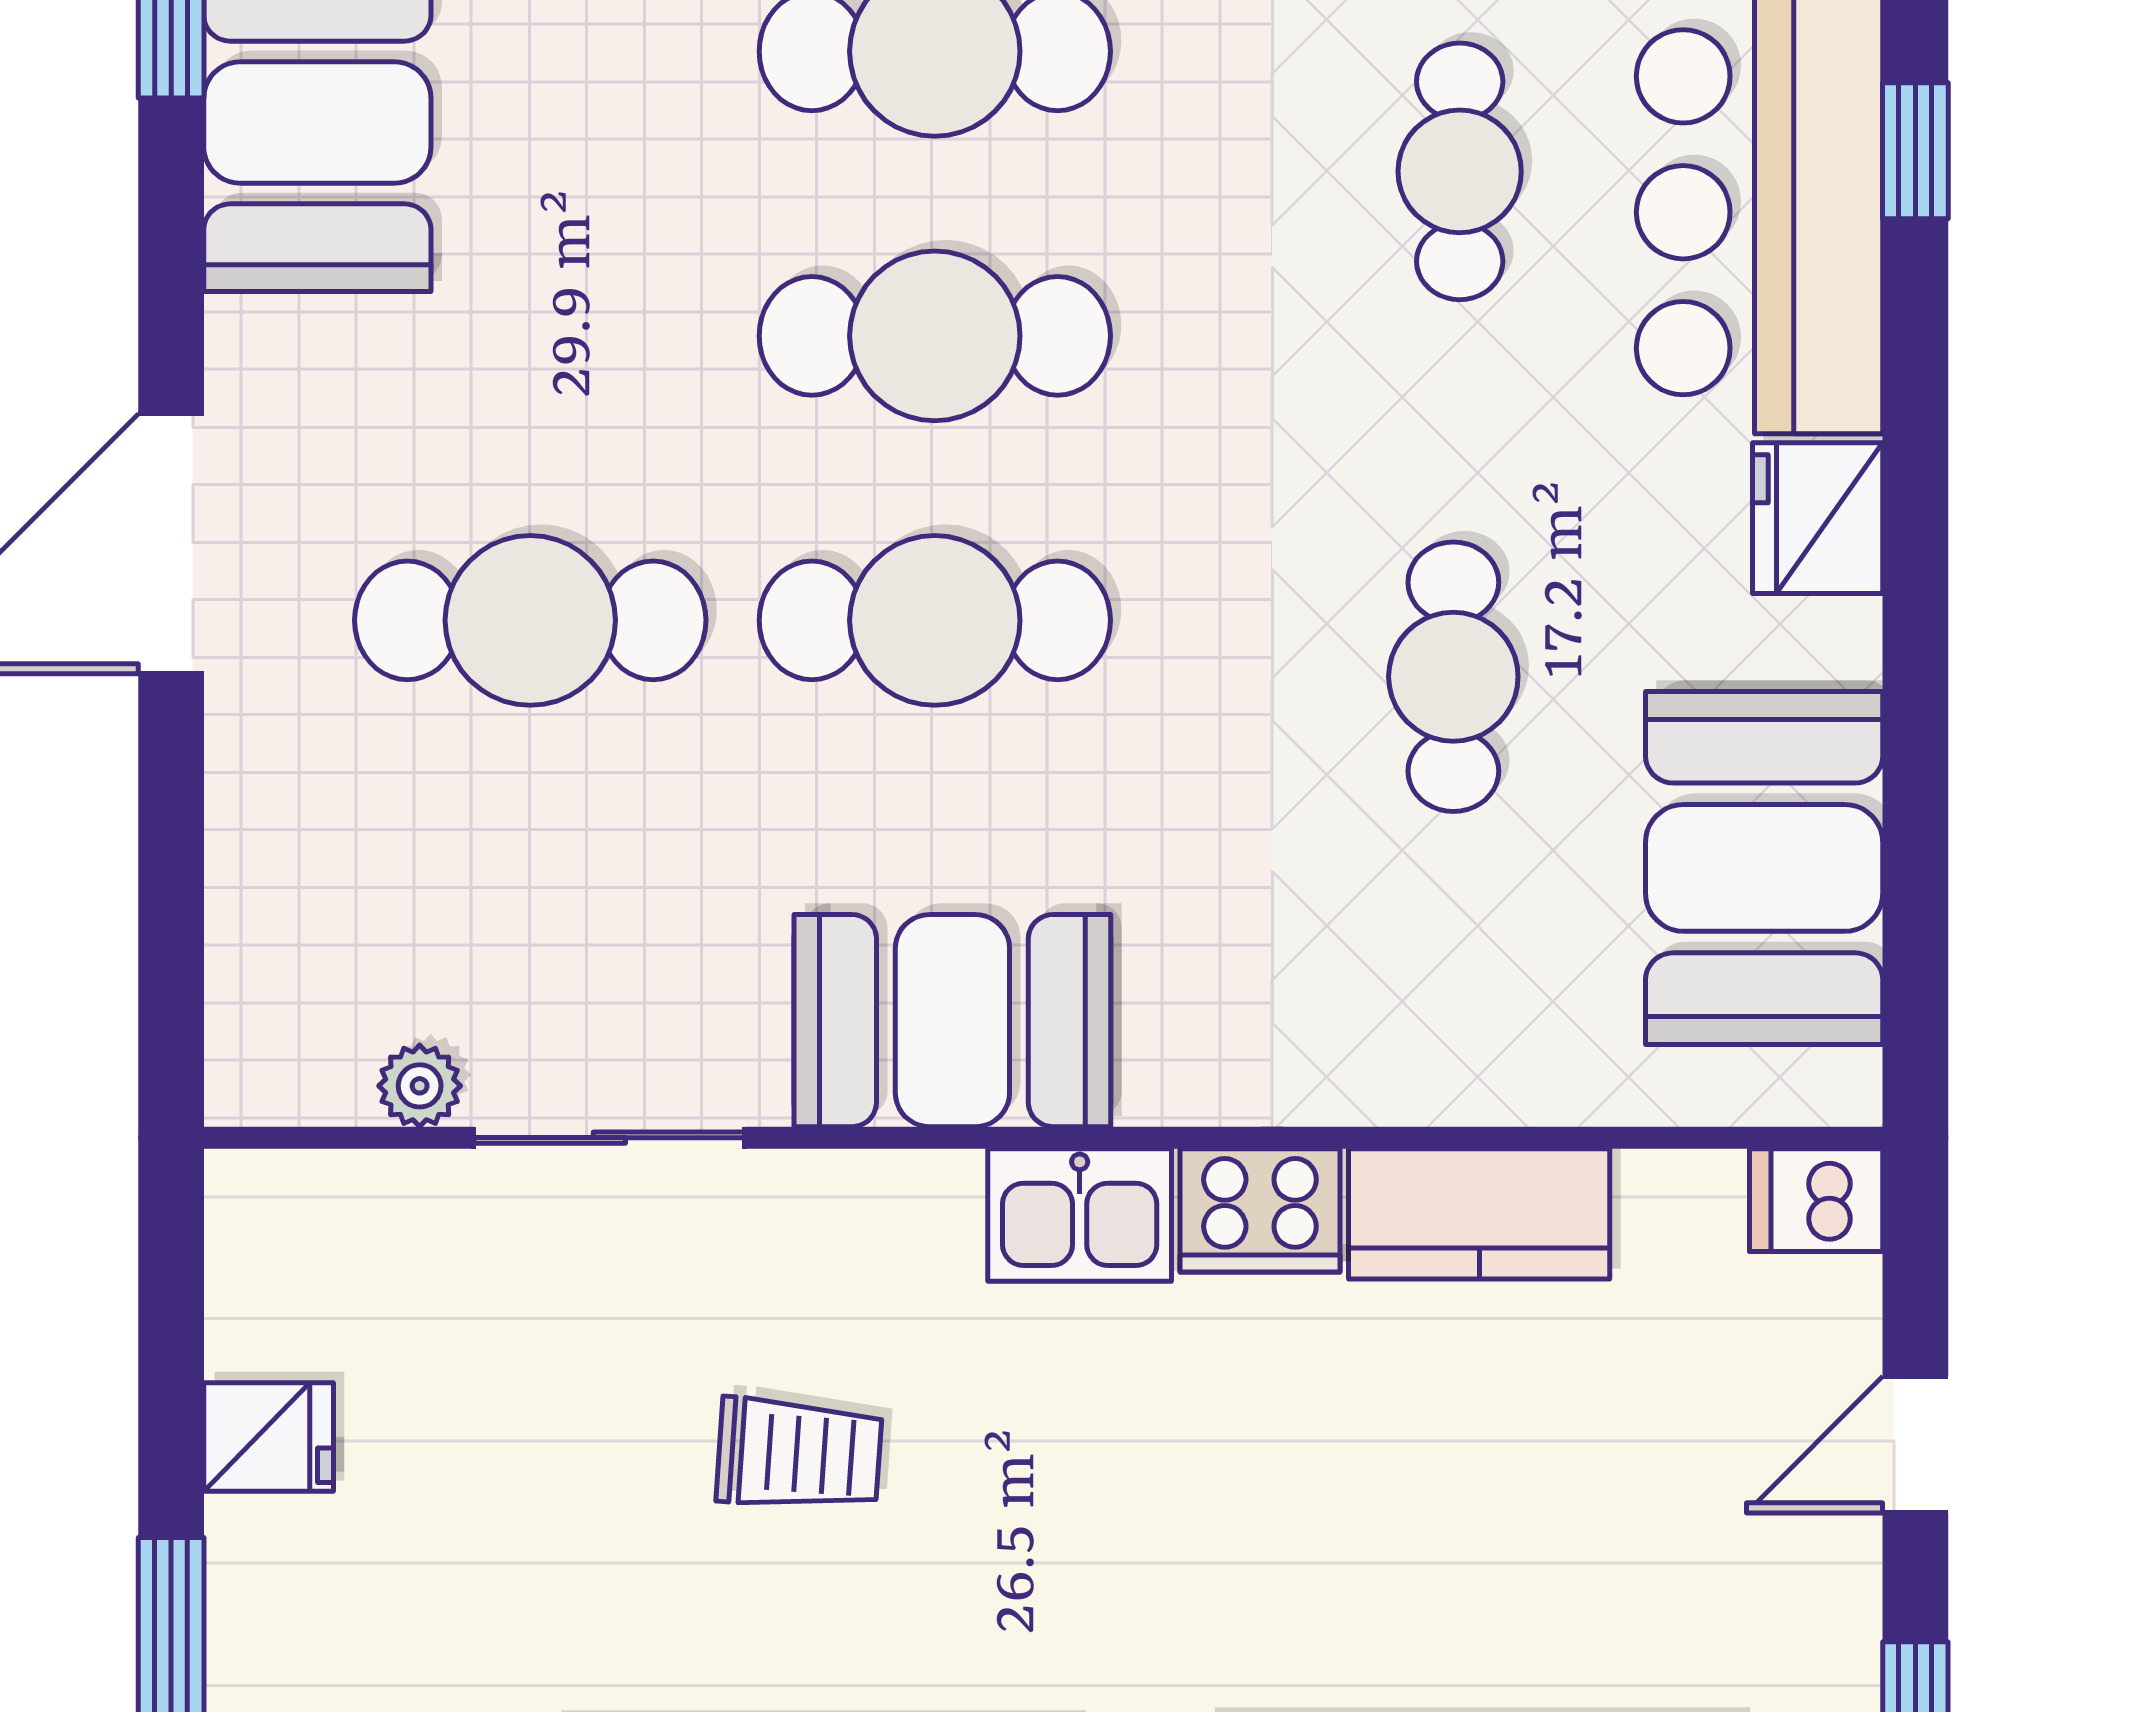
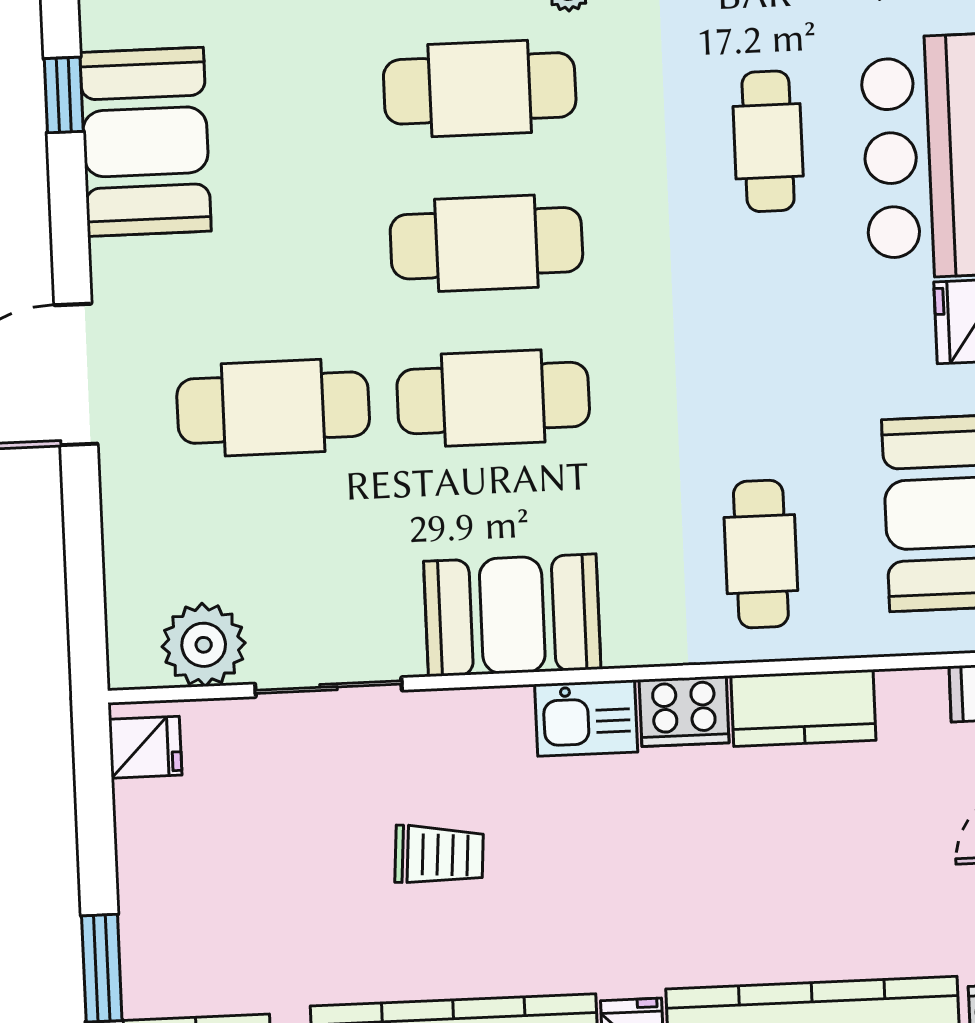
cafe table: (1453, 677) -> (761, 554), moved
plant: (420, 1086) -> (204, 645), width x1.88, depth x1.88
fridge: (269, 1437) -> (145, 747), moved

